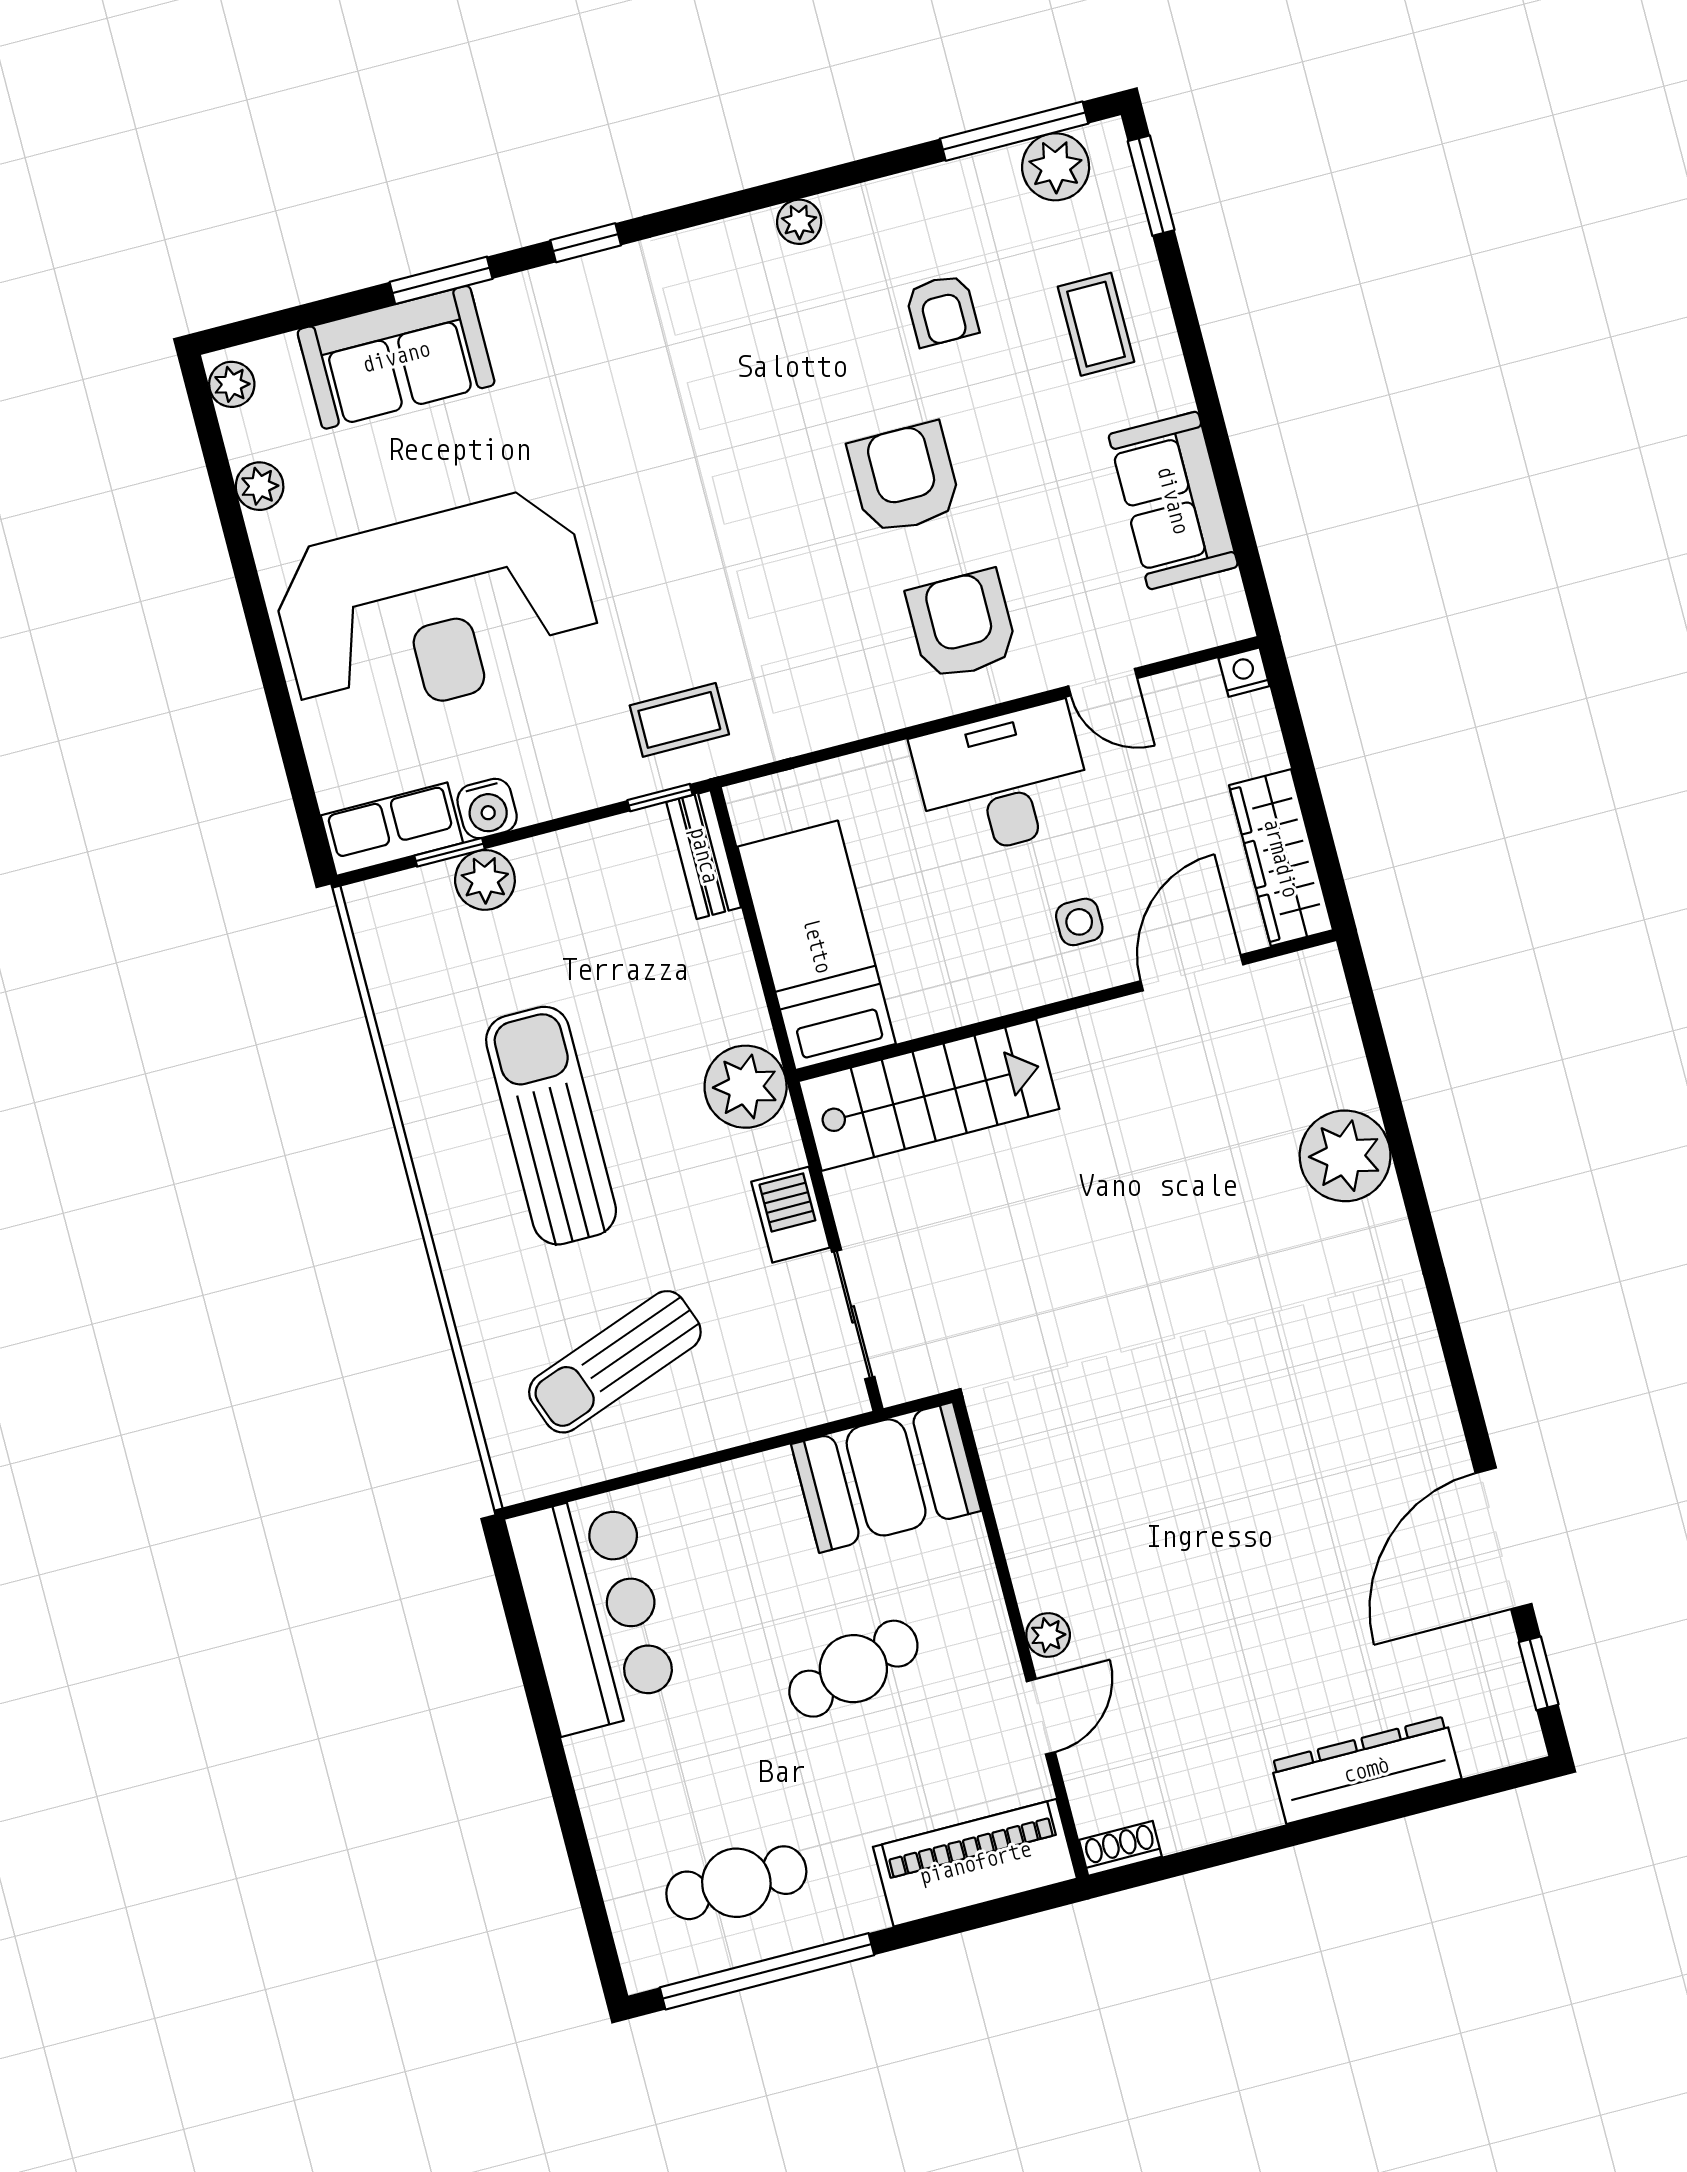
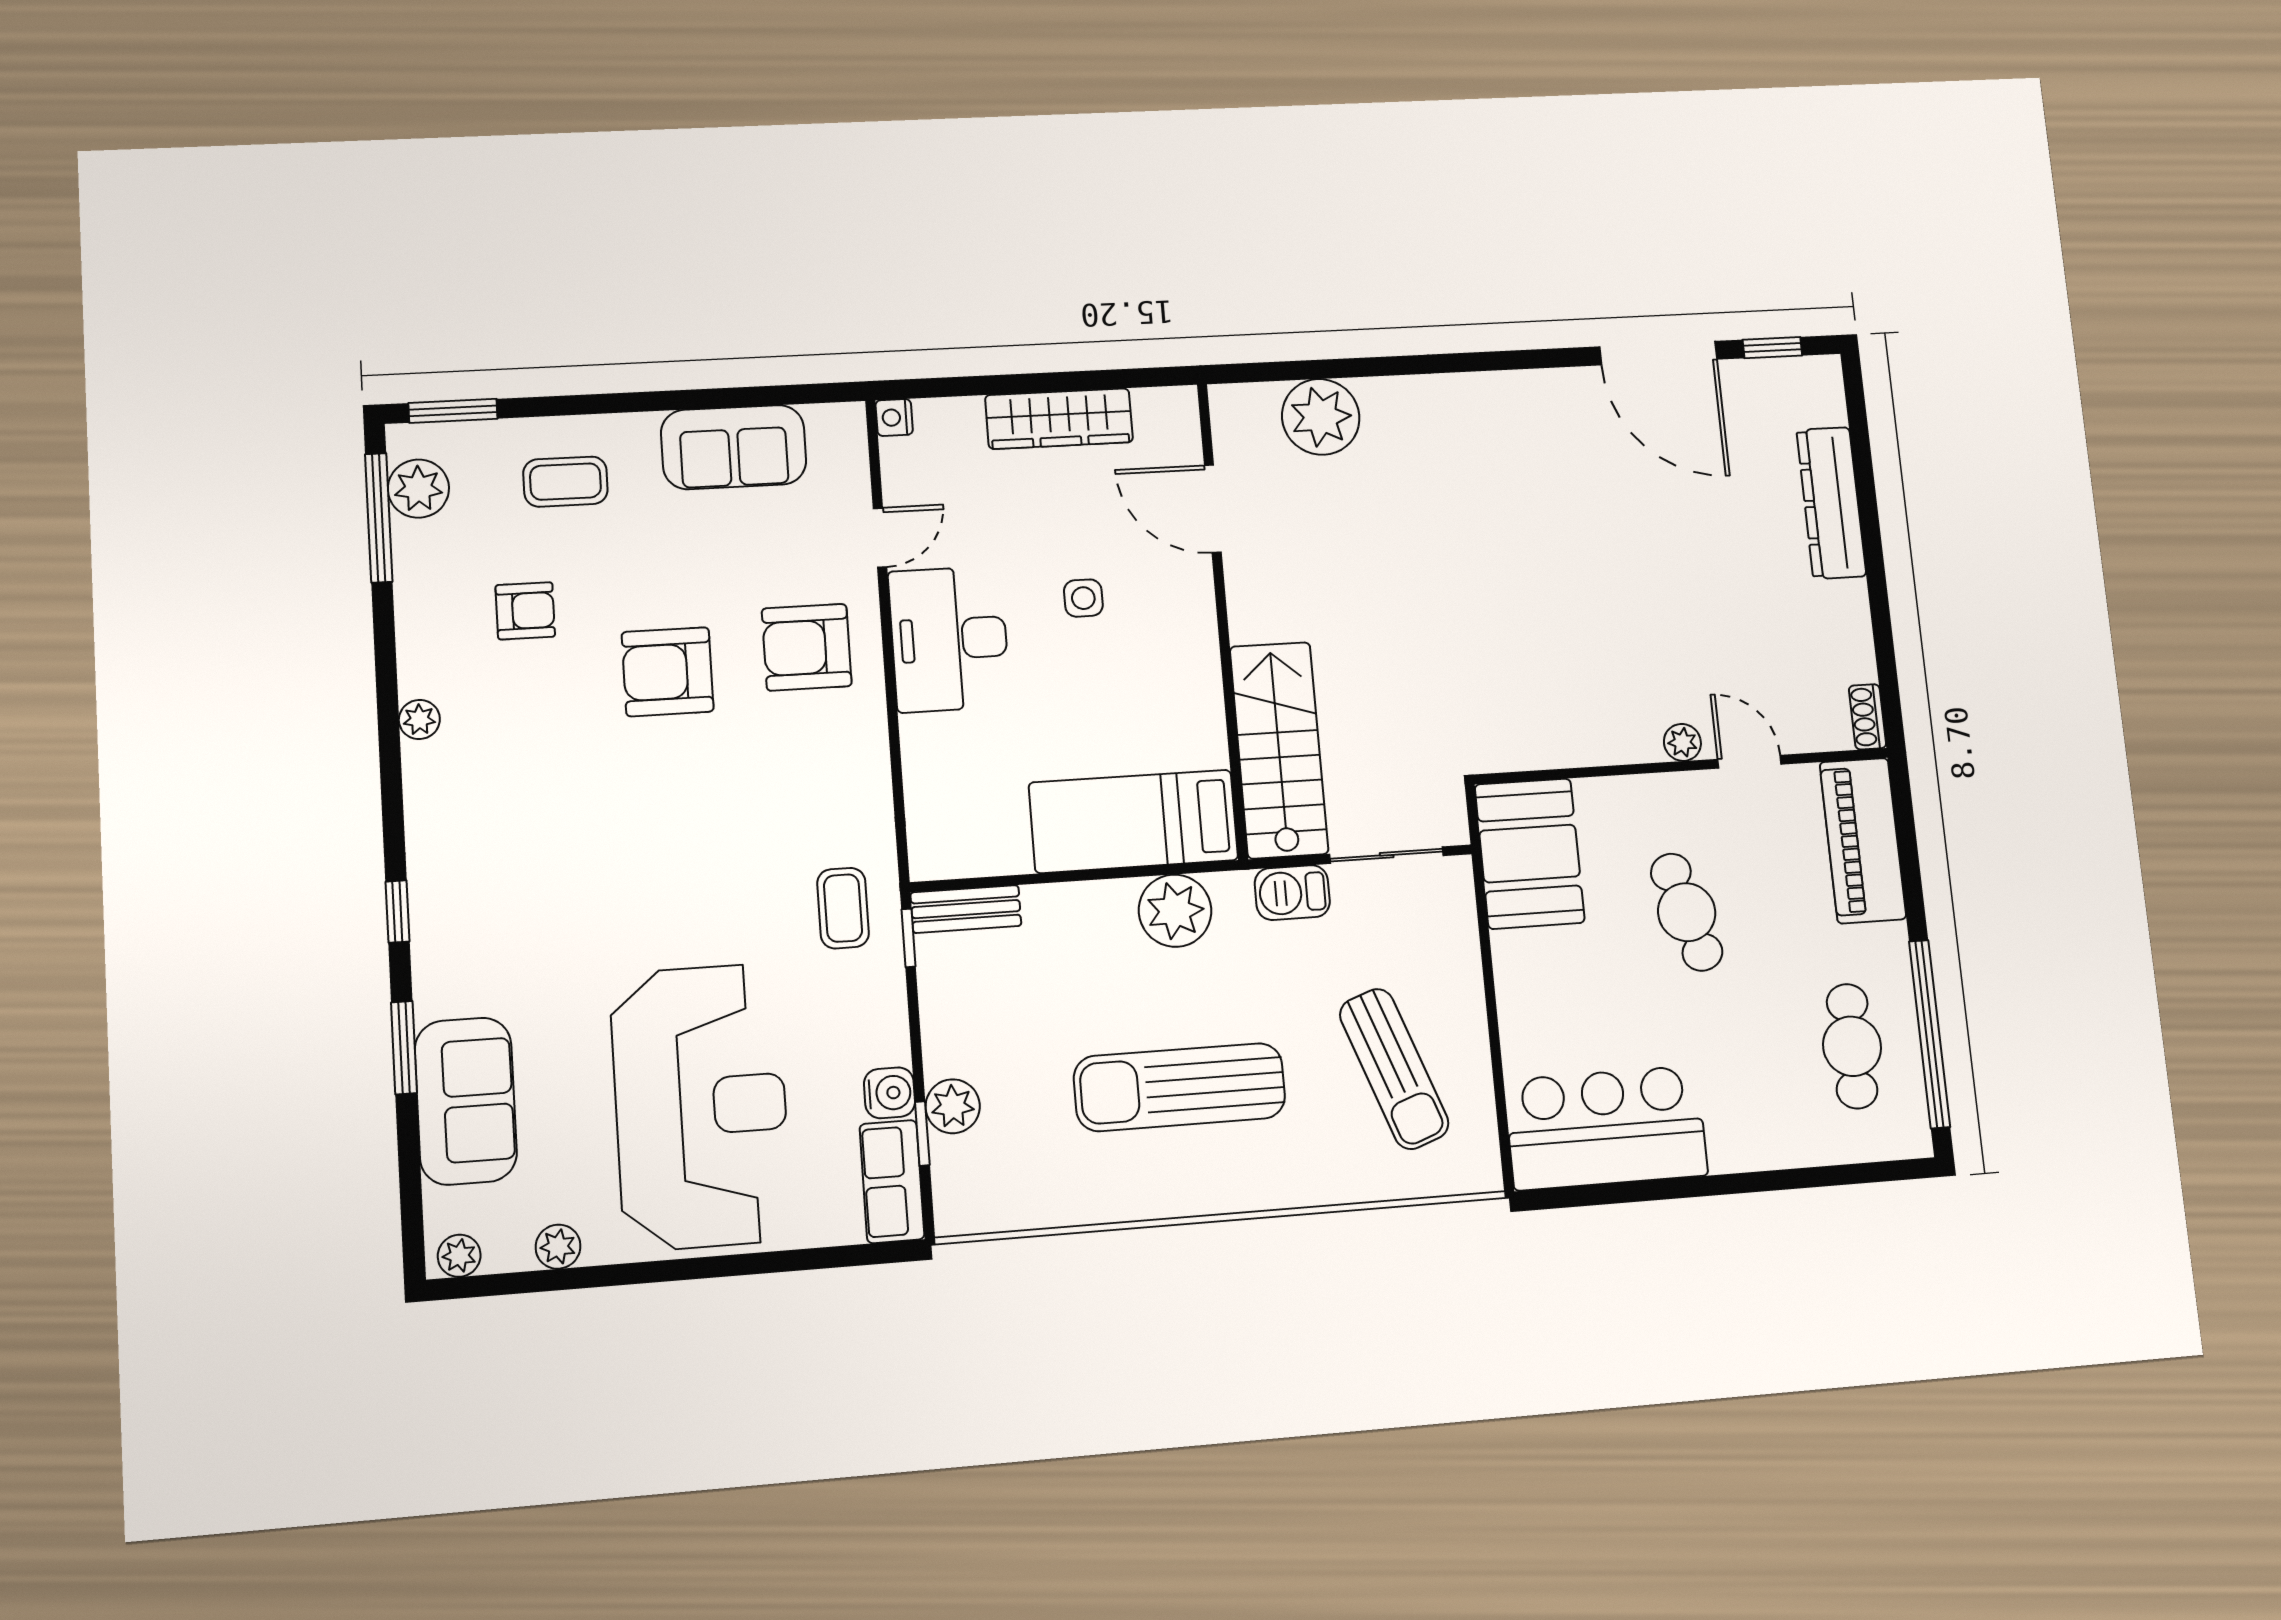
bed: (817, 945) -> (1134, 821), moved
door: (1192, 973) -> (1213, 509), moved
wall: (1066, 1006) -> (1222, 619), moved
stairs: (929, 1095) -> (1279, 750), moved

